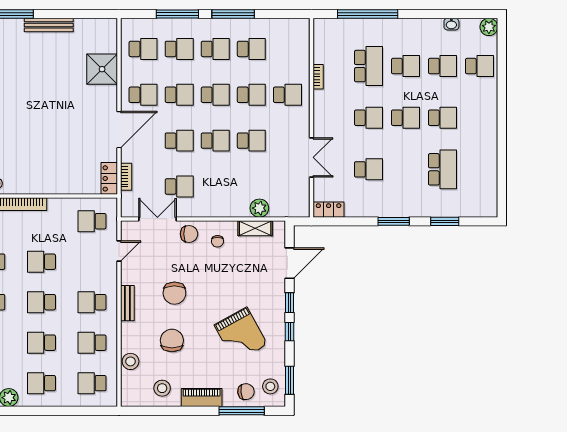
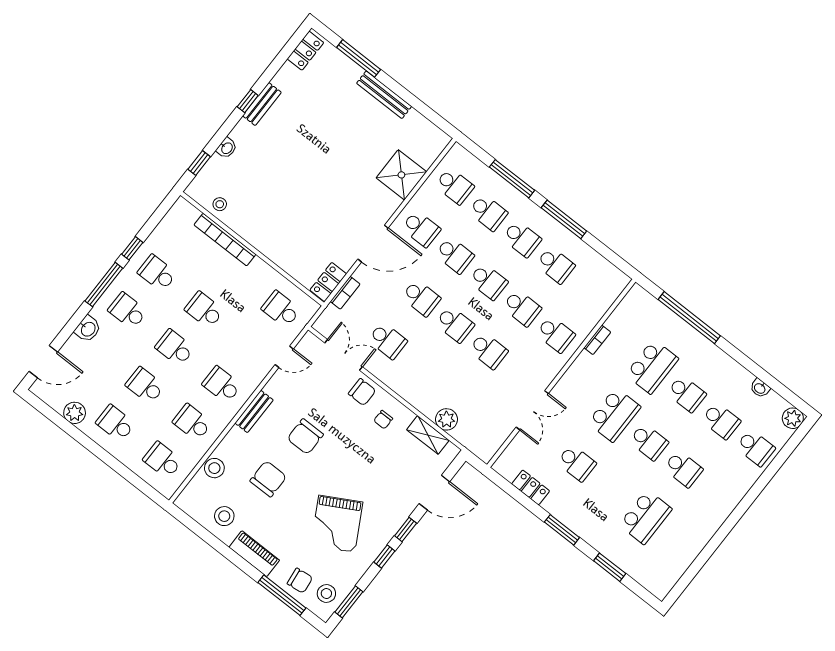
school desk: (368, 118) -> (614, 415), width x1.85
locker: (329, 210) -> (531, 487), moved

